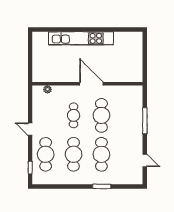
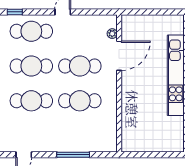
door: (91, 84) -> (119, 56), moved
cafe table: (74, 115) -> (80, 66), width x1.37, depth x1.35

